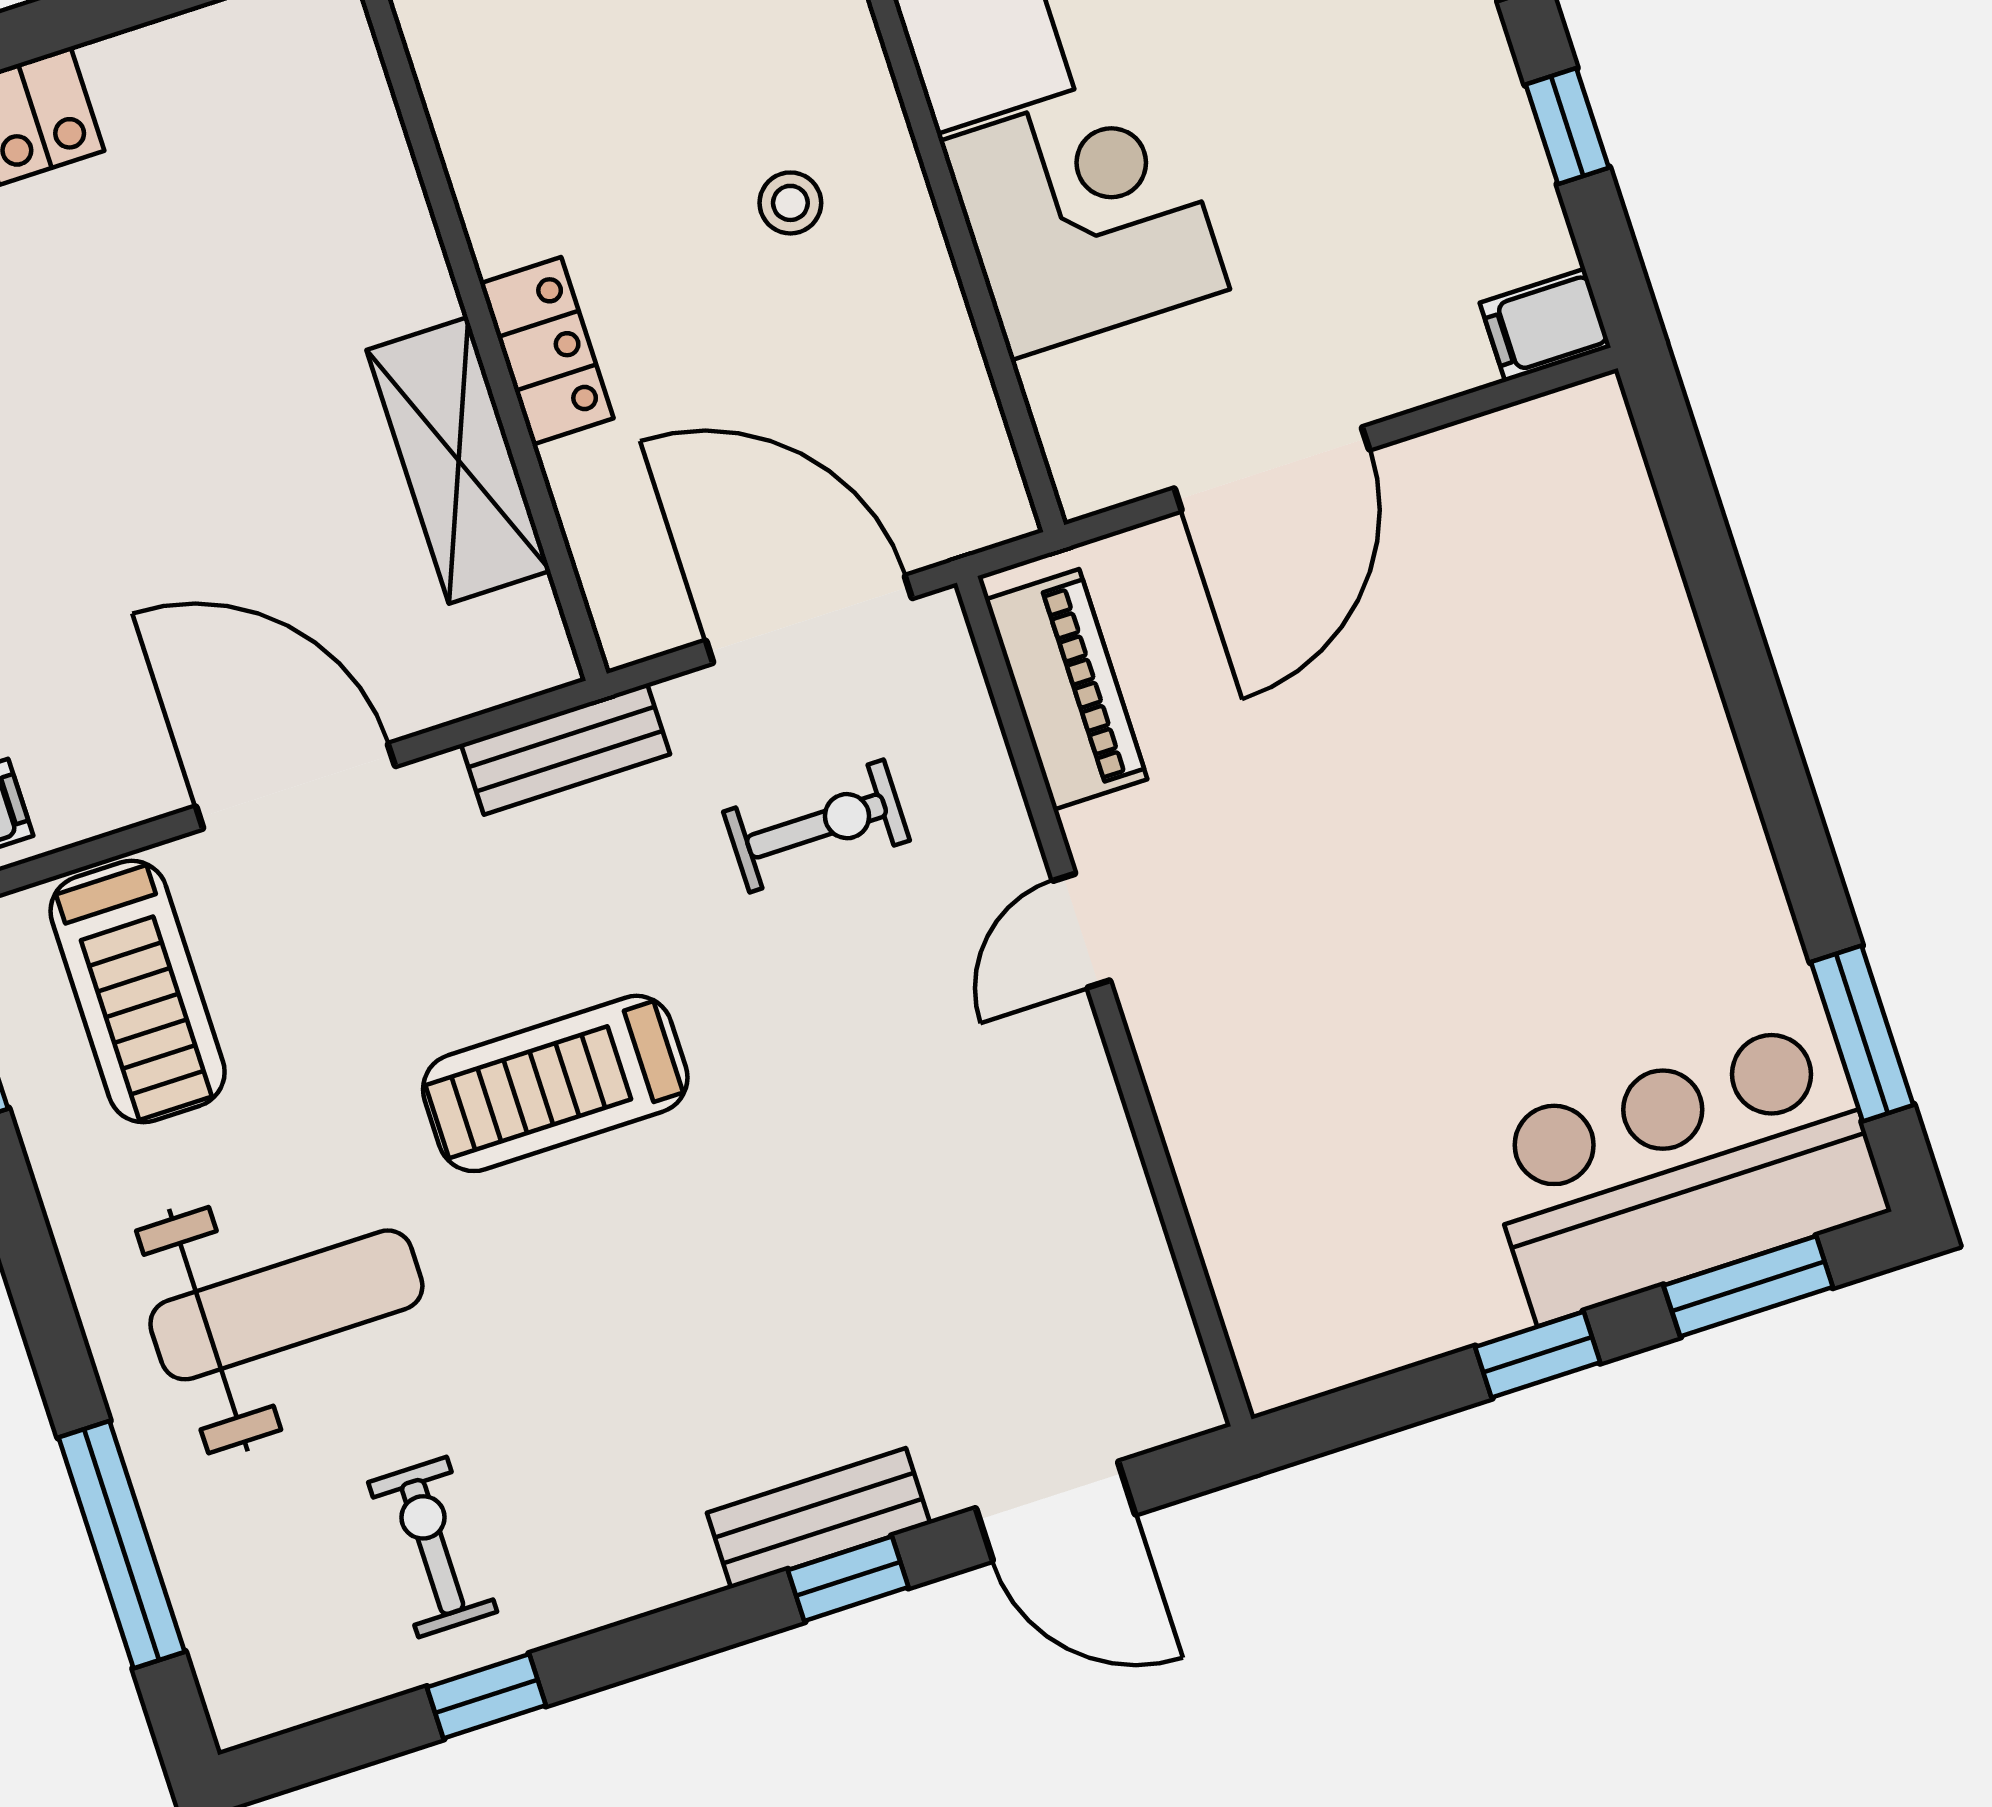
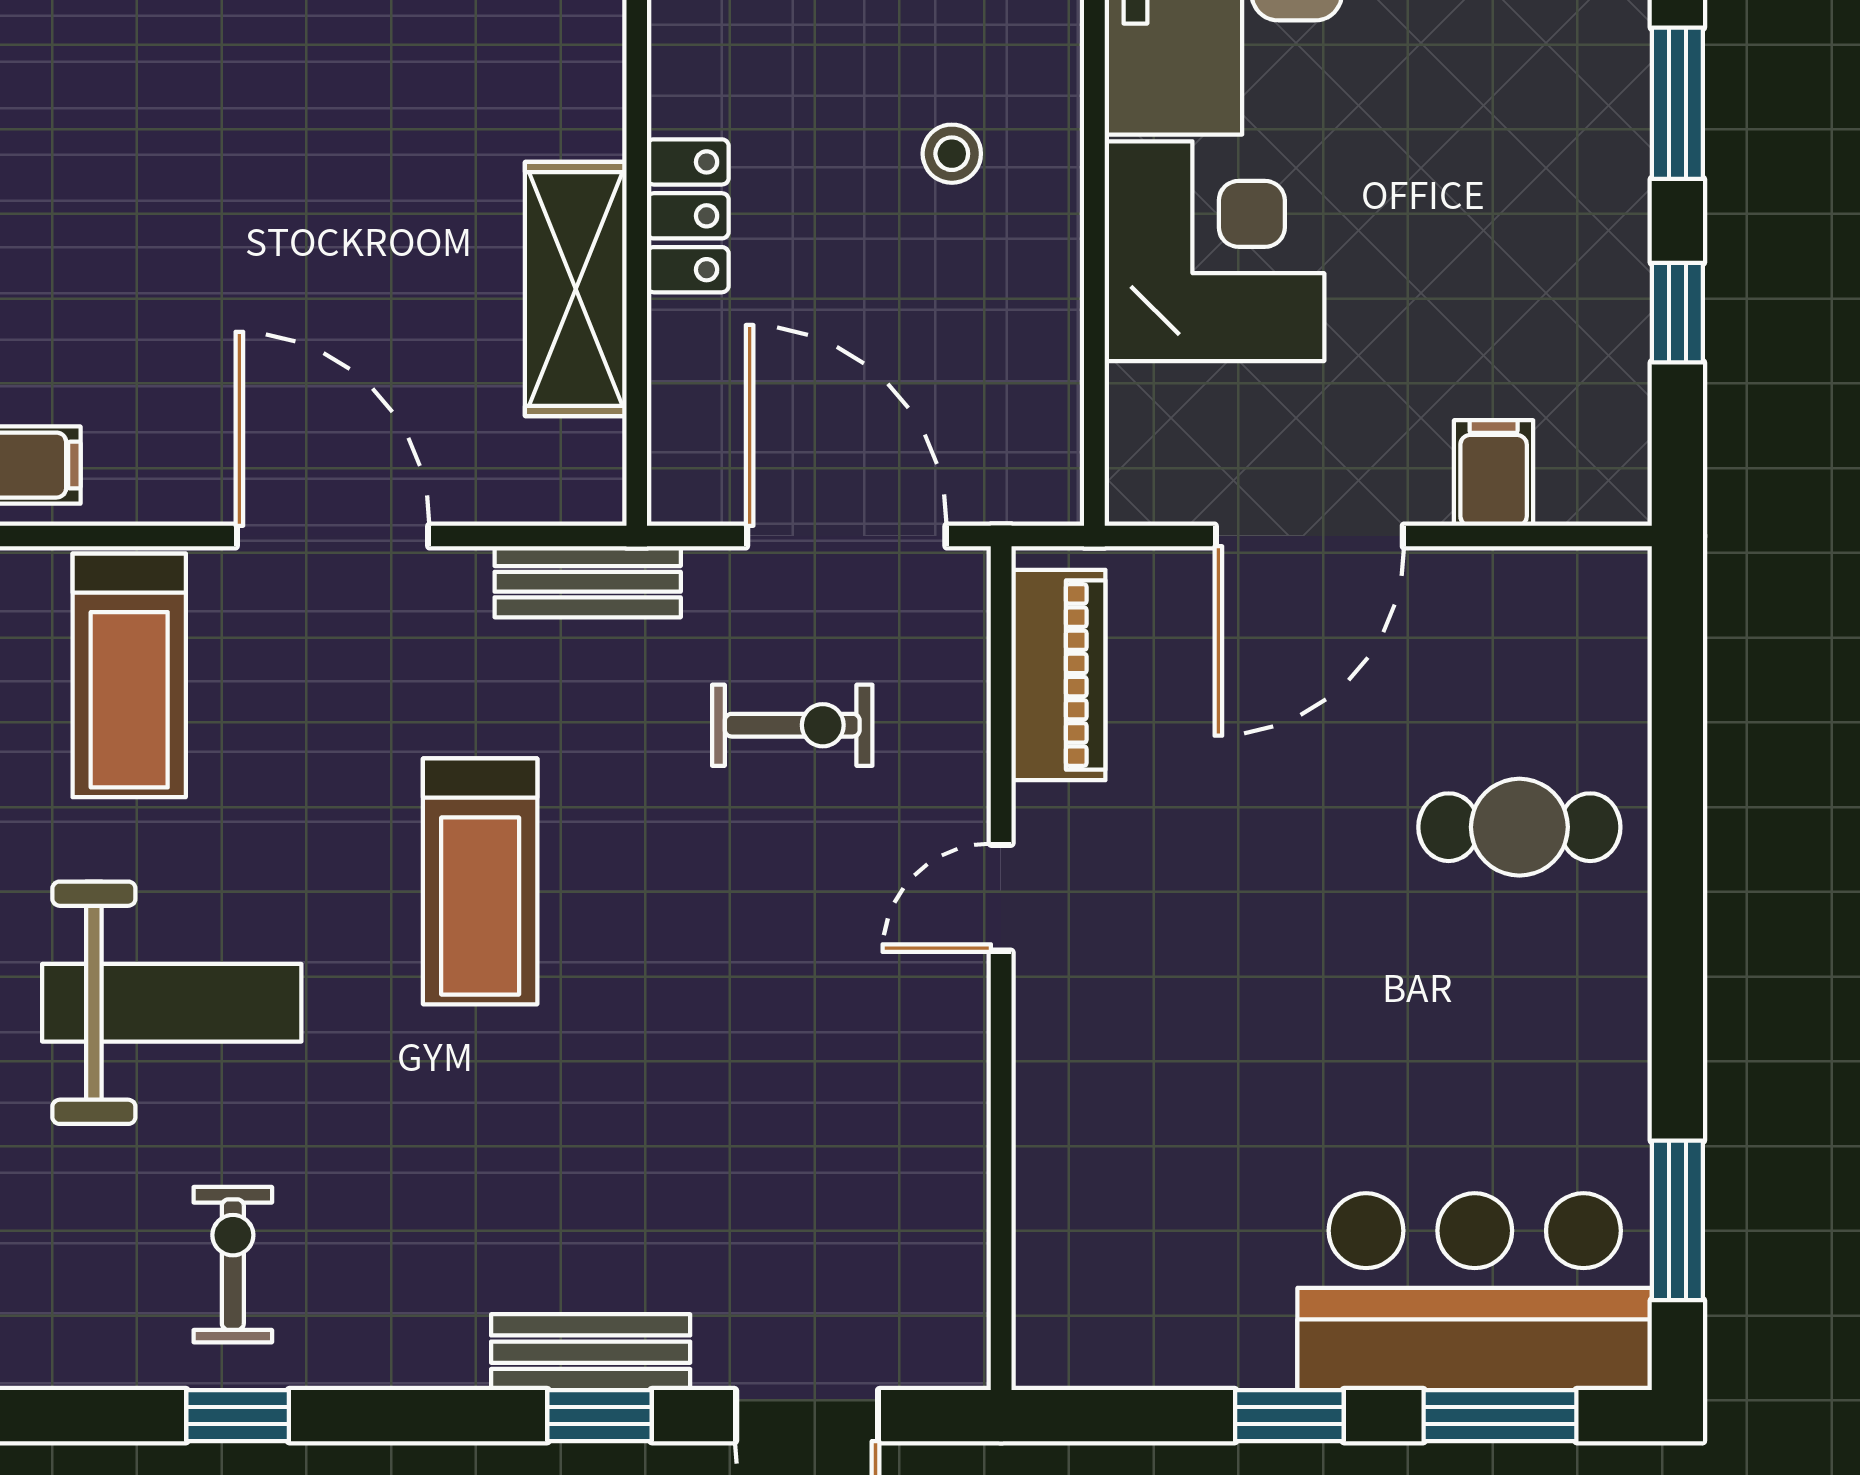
filing cabinet: (1545, 325) -> (1494, 473), moved, turned 90
cafe table: (1576, 692) -> (1519, 827), added
treadmill: (555, 1083) -> (480, 881), turned -90

